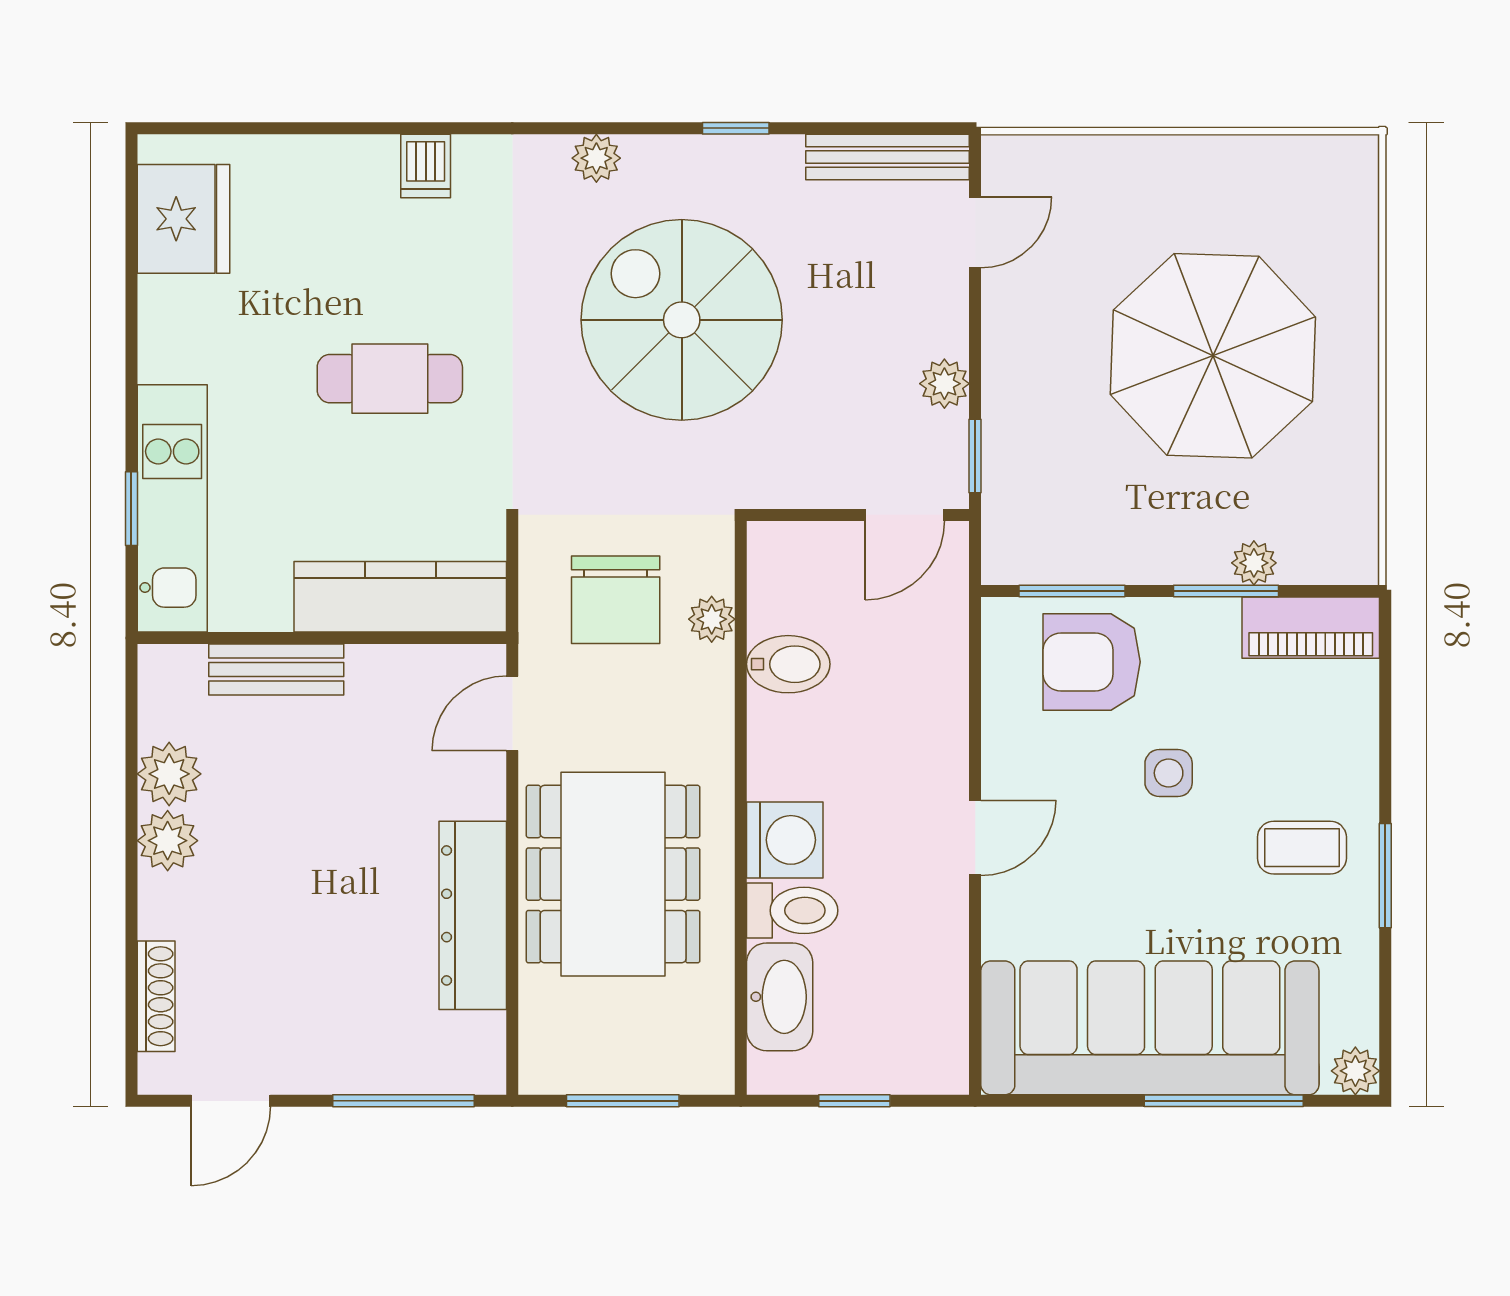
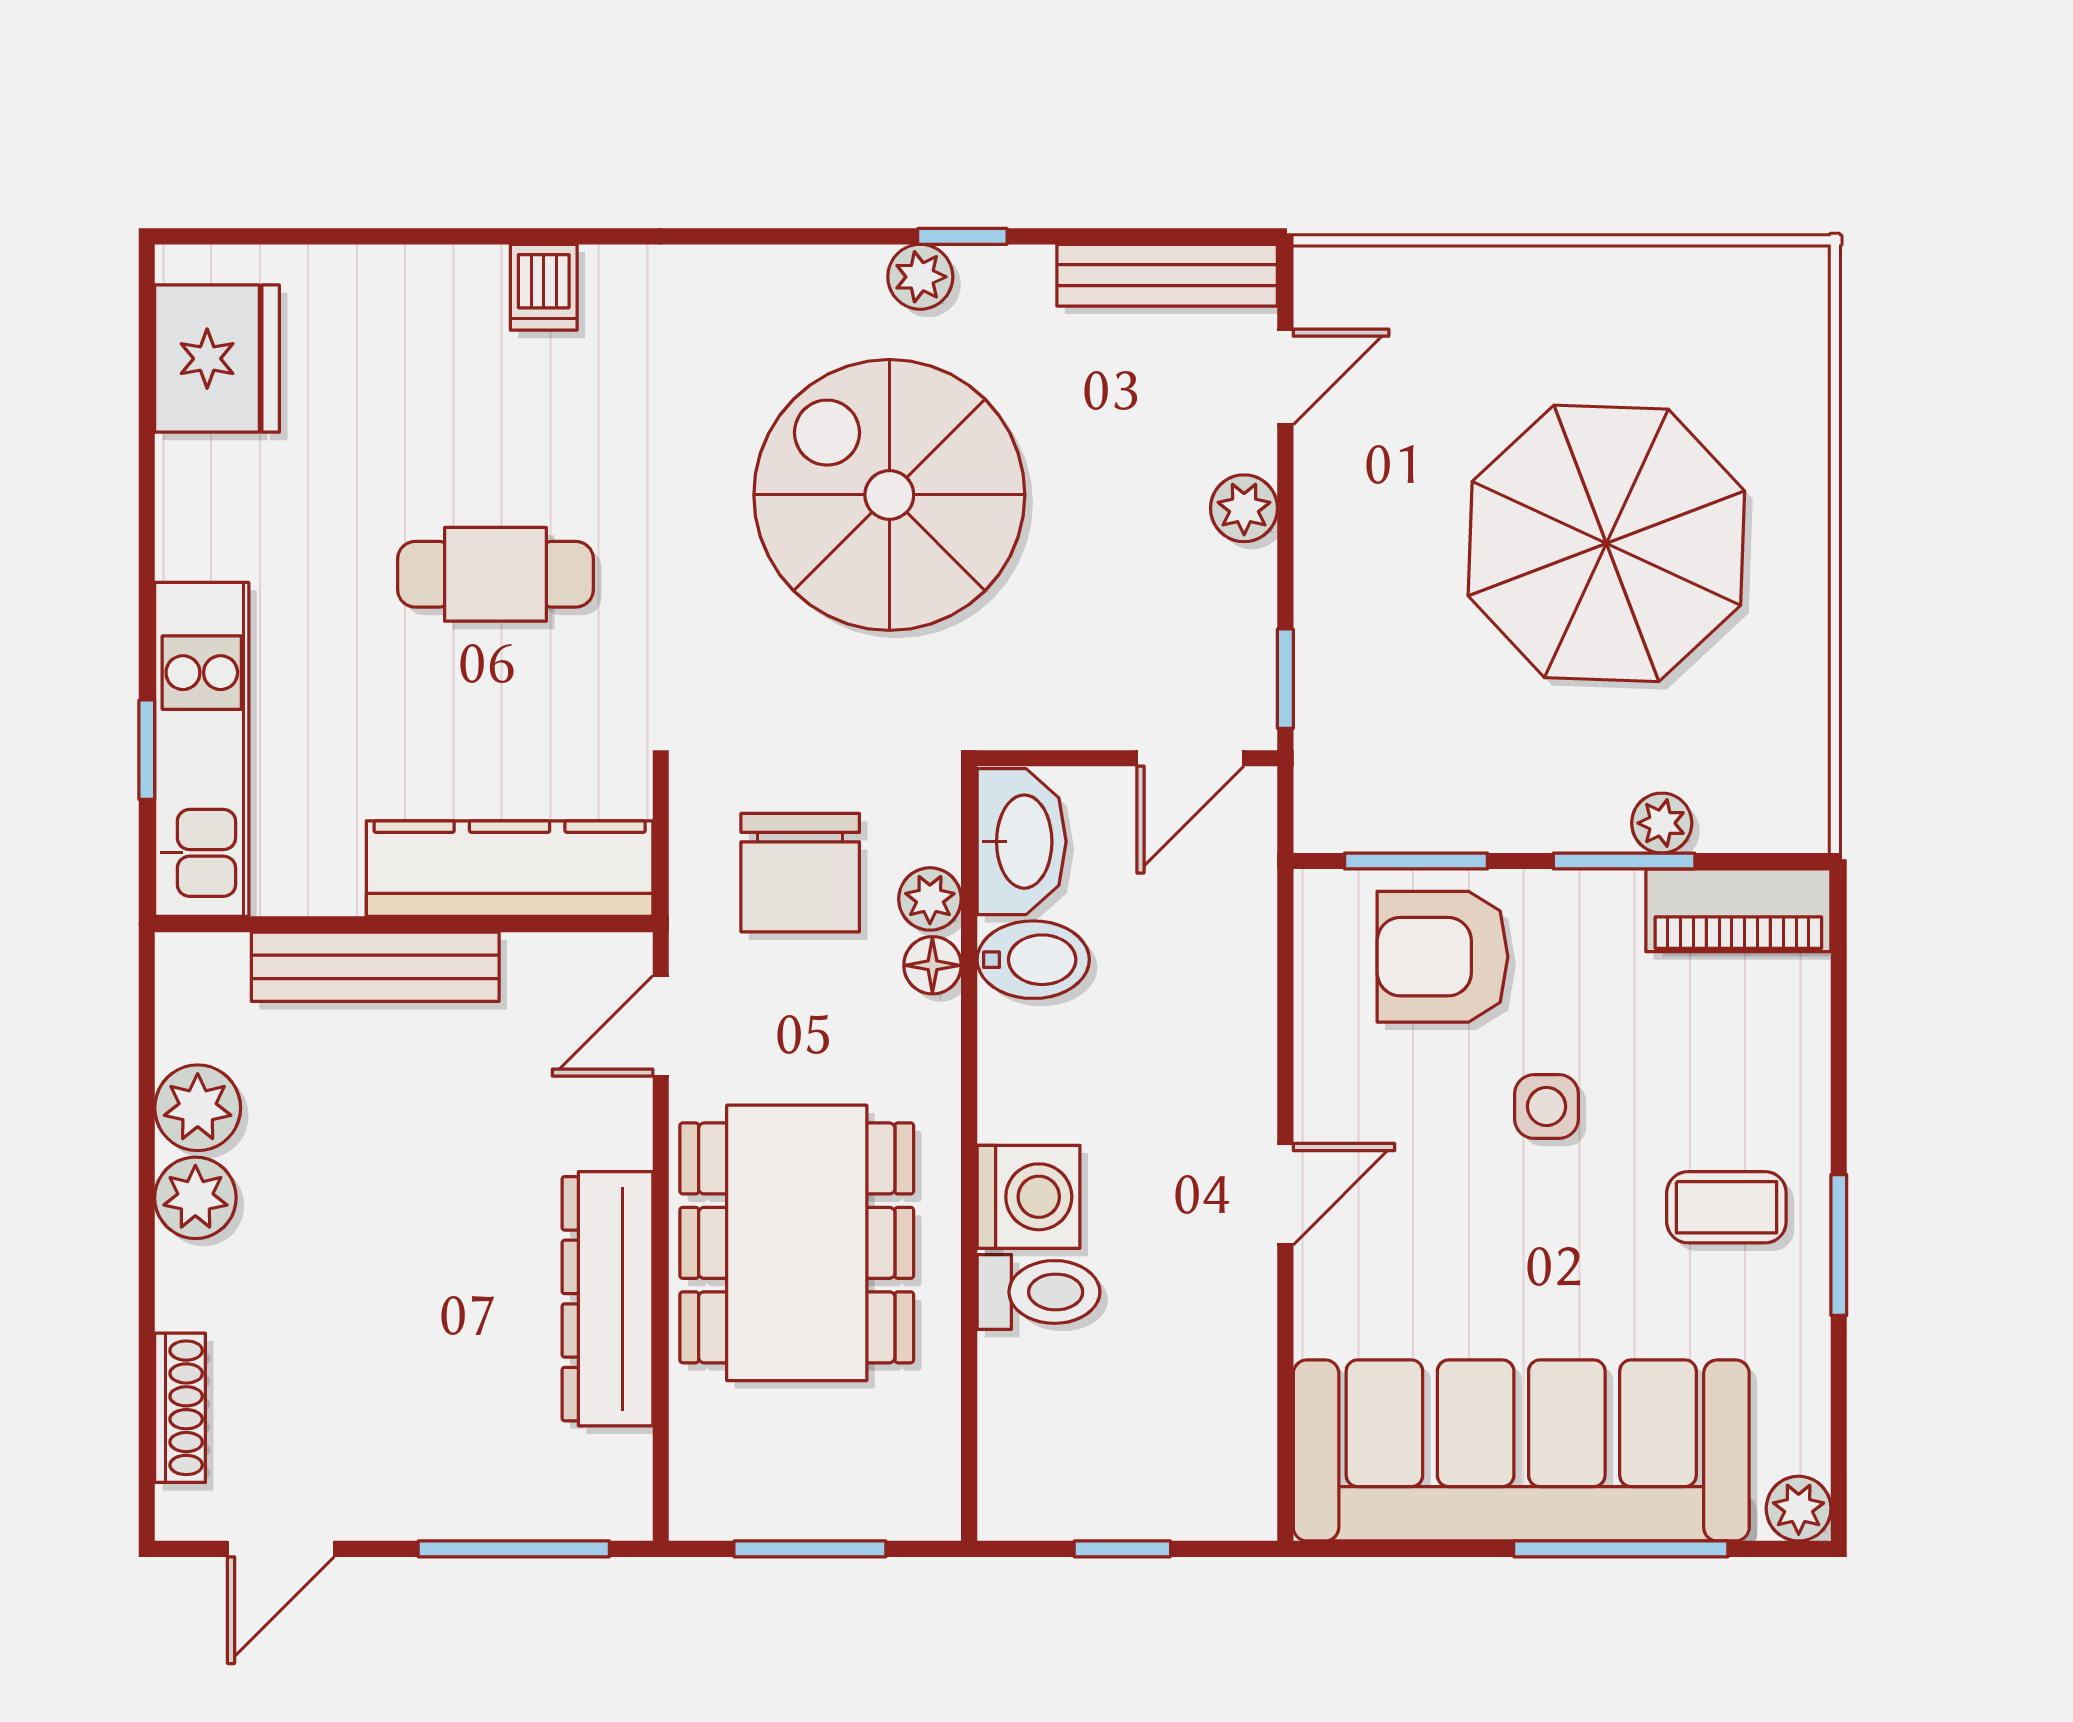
plant: (596, 158) -> (920, 277), moved
plant: (944, 384) -> (1244, 508), moved
floor lamp: (714, 668) -> (932, 965), added
bench: (276, 669) -> (375, 967), width x1.36
washbasin: (780, 997) -> (1022, 842), moved

